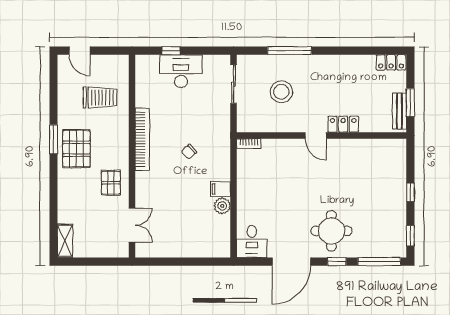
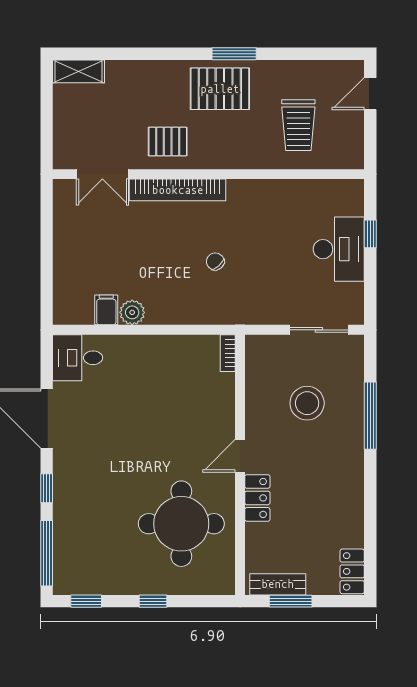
bookcase: (142, 139) -> (178, 190), moved
filing cabinet: (221, 189) -> (106, 310), moved
round table: (331, 231) -> (181, 524), moved, width x1.36, depth x1.36

